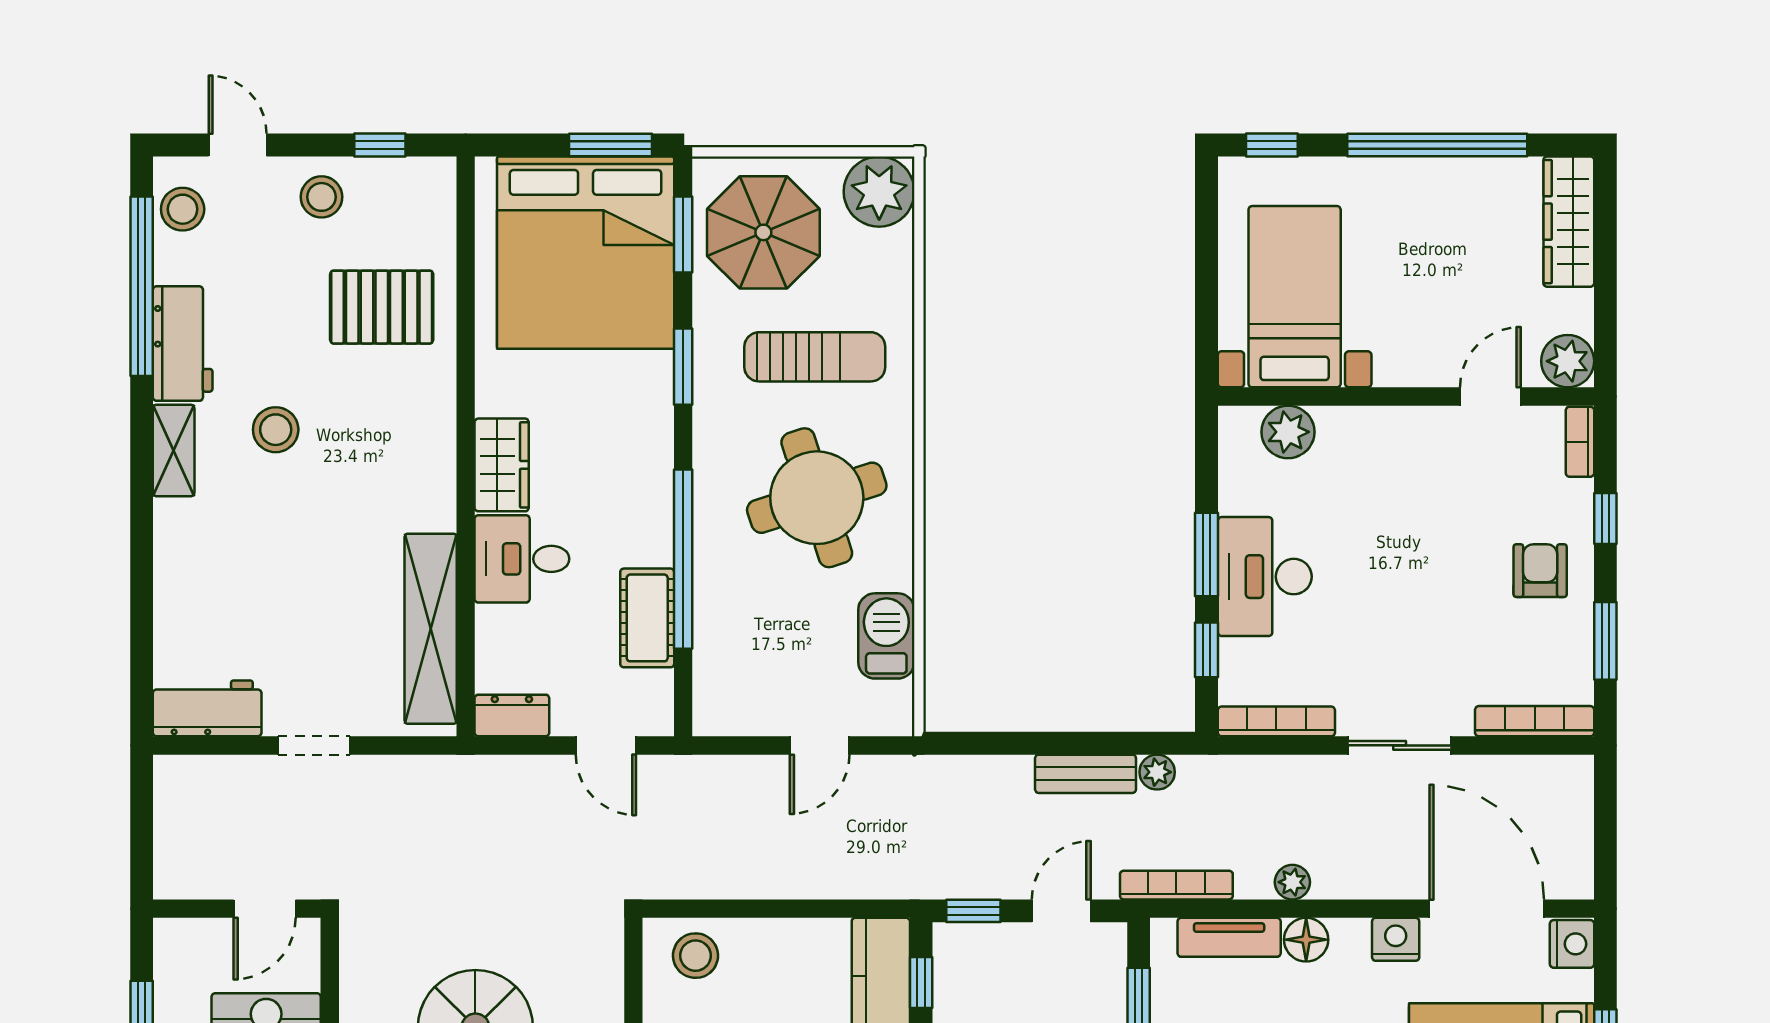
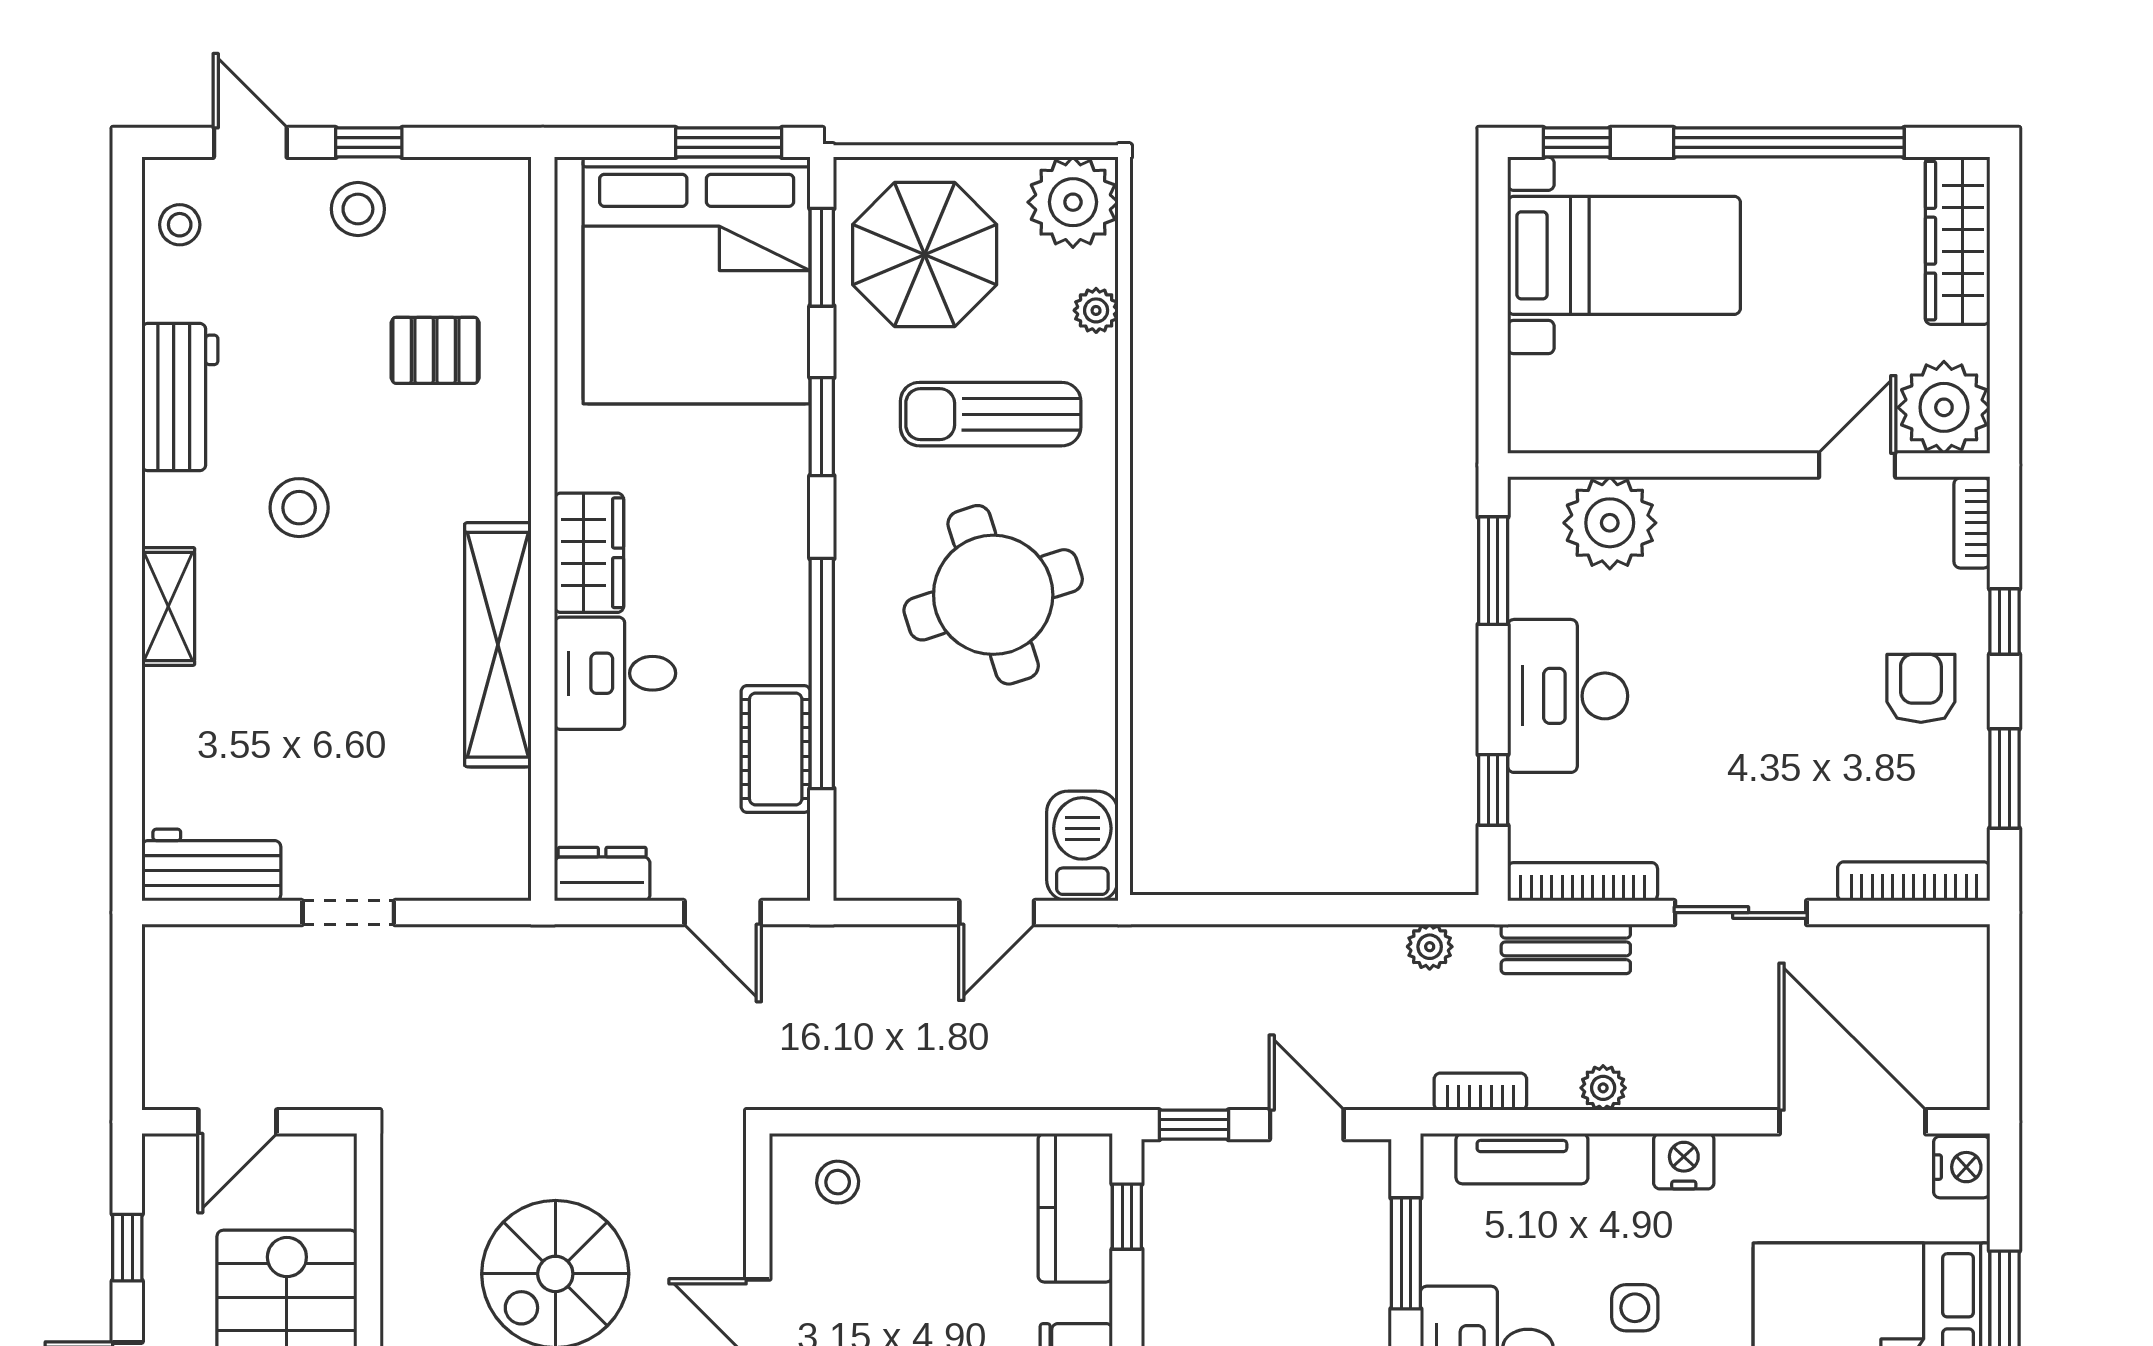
window: (380, 145) -> (369, 142), moved
stool: (183, 209) -> (180, 225), width x0.73, depth x0.73
plant: (897, 276) -> (1096, 310), added
window: (142, 286) -> (127, 324), removed
bed with nightstands: (1295, 297) -> (1624, 255), moved, turned 90
pallet: (382, 307) -> (435, 350), width x0.67, depth x0.71
sun lounger: (815, 357) -> (991, 414), turned 180
plant: (1568, 361) -> (1944, 407), width x1.36, depth x1.36
plant: (1288, 432) -> (1610, 523), width x1.36, depth x1.36
shelving: (174, 450) -> (168, 606), moved
window: (1207, 554) -> (1493, 571), moved
shelving: (431, 629) -> (498, 645), moved
barbecue: (886, 636) -> (1082, 846), moved
bench: (1086, 774) -> (1566, 949), moved
bookcase: (1176, 885) -> (1480, 1092), width x0.64
door: (265, 909) -> (237, 1122), moved
door: (1061, 911) -> (1307, 1125), hinge flipped
nightstand: (1396, 939) -> (1684, 1161), moved
floor lamp: (1306, 940) -> (1621, 1162), removed
stool: (696, 956) -> (838, 1182), width x0.73, depth x0.73

